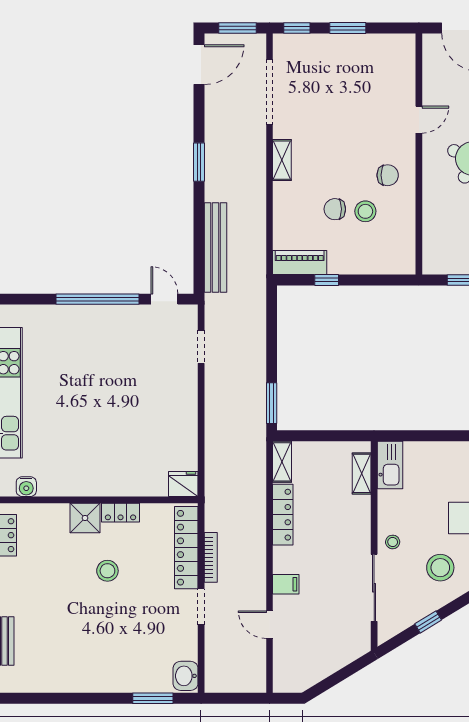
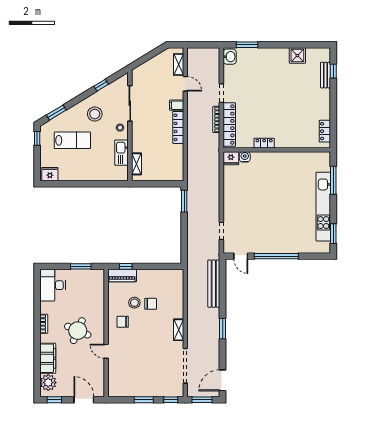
door: (419, 120) -> (106, 351), hinge flipped
piano: (300, 263) -> (122, 276), moved
window: (327, 280) -> (126, 266), moved
shelving: (282, 462) -> (179, 65), moved
kitchen sink: (390, 465) -> (121, 153), moved
water cooler: (26, 487) -> (245, 157), moved
locker: (283, 515) -> (178, 127), moved
shower: (85, 518) -> (297, 56), moved
stool: (107, 571) -> (271, 112), removed

